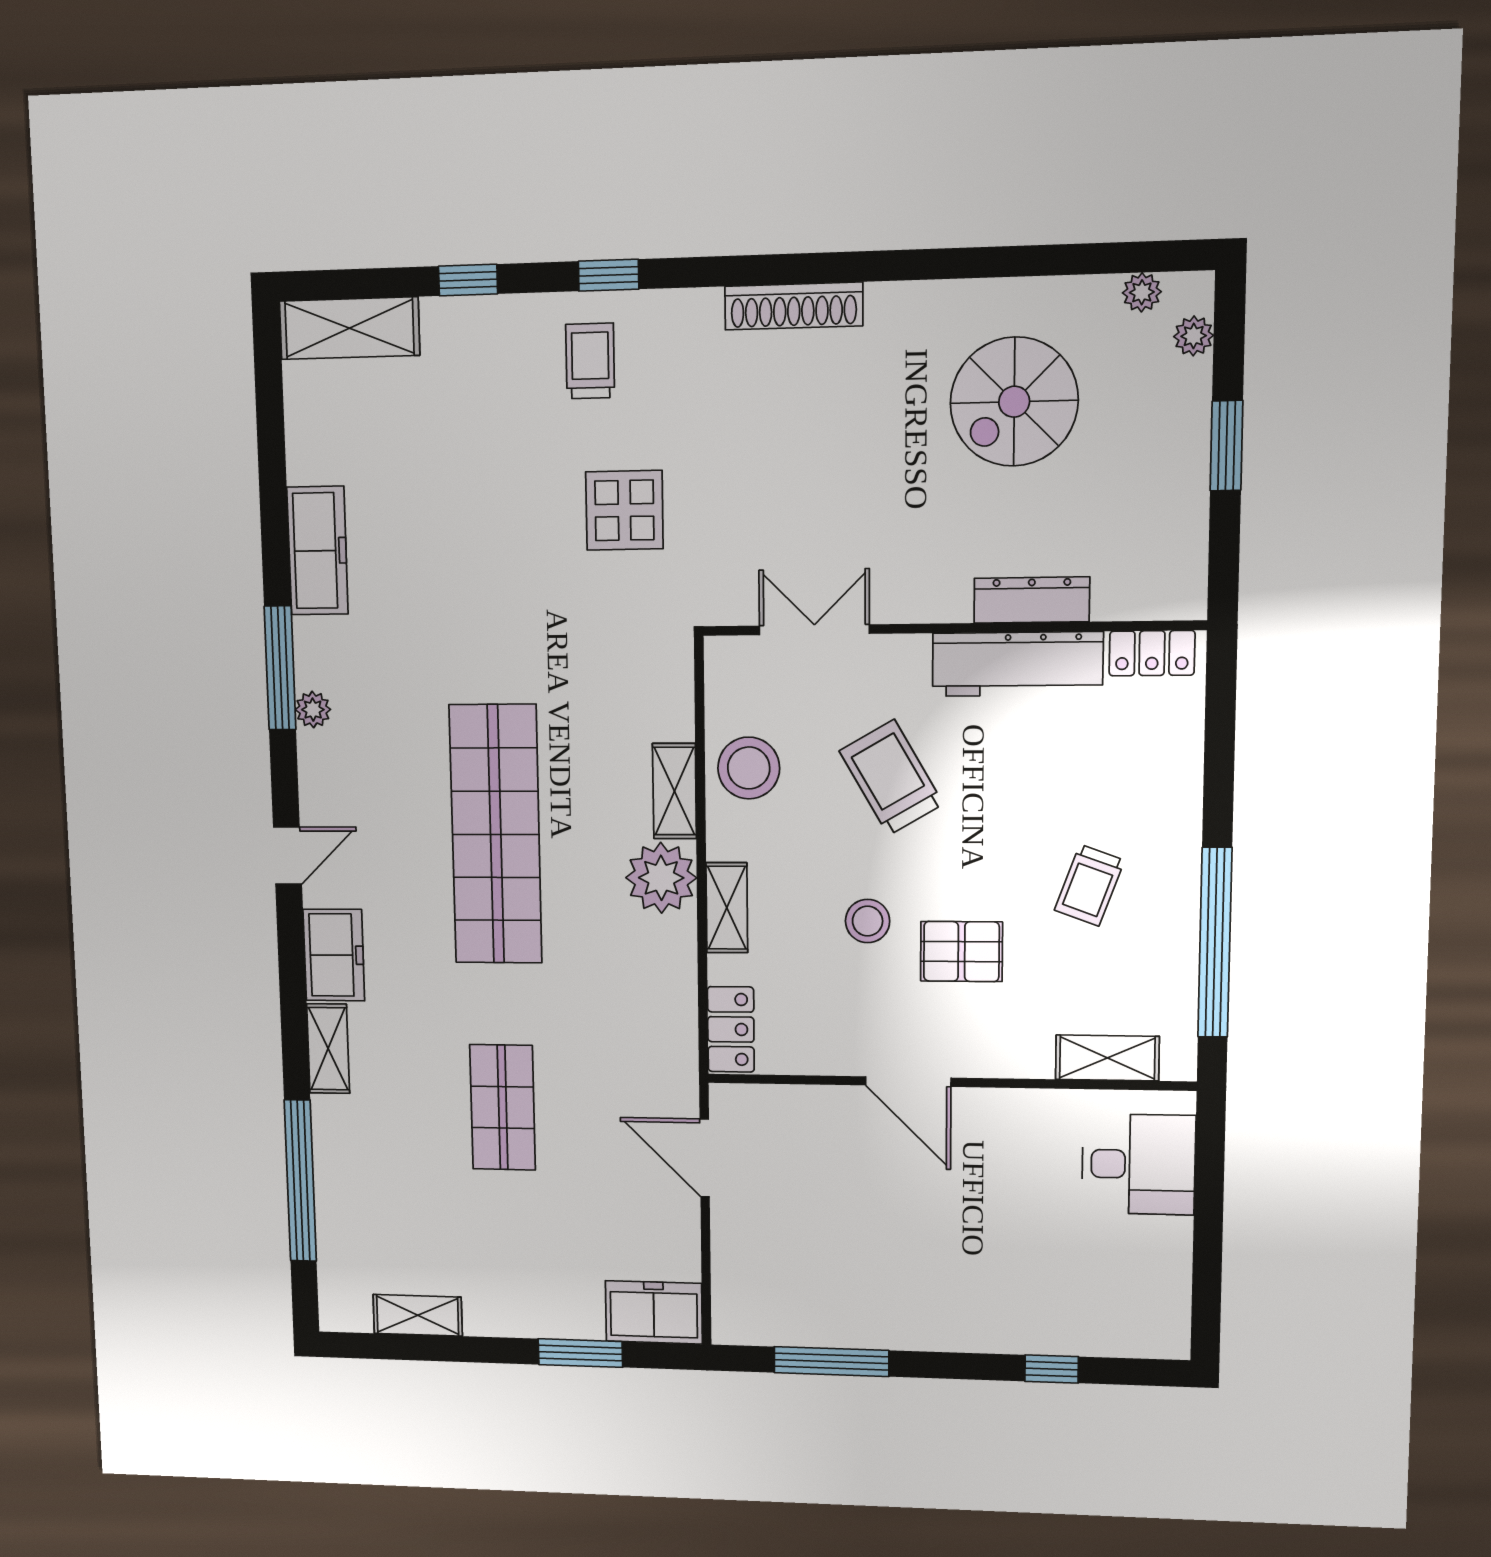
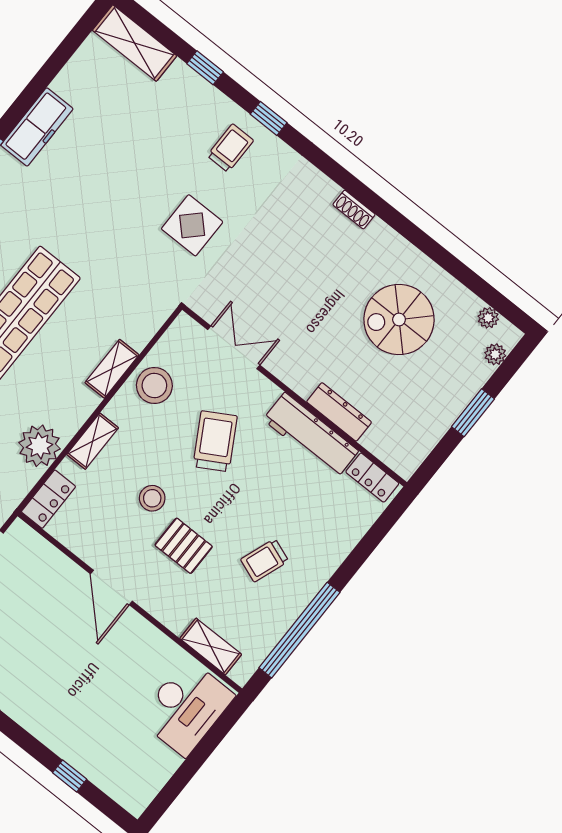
shoe rack: (794, 306) -> (354, 210), width x0.51, depth x0.81
plant: (661, 878) -> (40, 446), moved
desk: (1139, 1164) -> (186, 707), width x1.37

